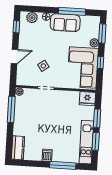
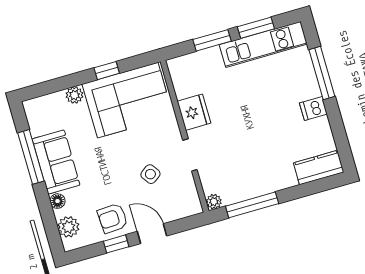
window: (16, 27) -> (116, 244), moved
window: (102, 33) -> (52, 86), removed
armchair: (29, 40) -> (113, 218), added
fridge: (87, 99) -> (194, 112), moved

